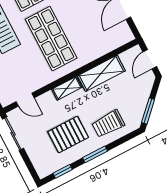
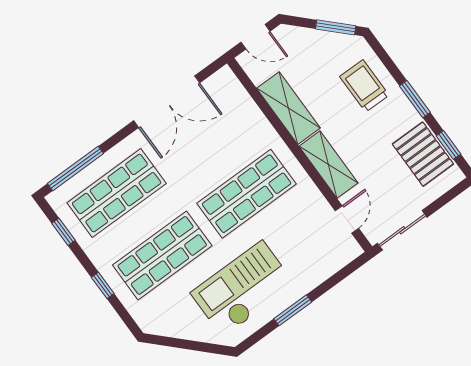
shelving: (67, 88) -> (329, 165), width x1.50, depth x1.33
trolley: (108, 124) -> (364, 86), turned 180
pallet: (68, 135) -> (423, 154), moved

